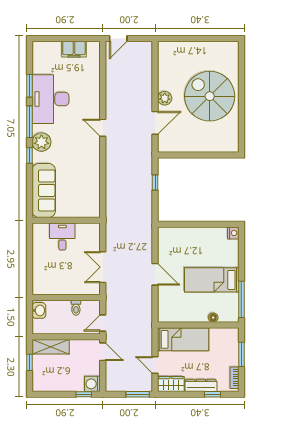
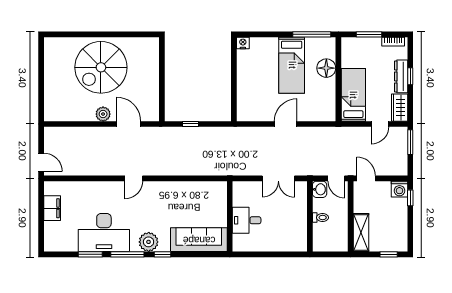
toilet: (76, 308) -> (320, 218), moved
washbasin: (39, 310) -> (320, 189), moved, turned 90
floor lamp: (213, 318) -> (326, 68), width x1.89, depth x1.89
door: (103, 352) -> (366, 178), hinge flipped
window: (30, 362) -> (389, 254), moved
window: (212, 394) -> (410, 76), moved

